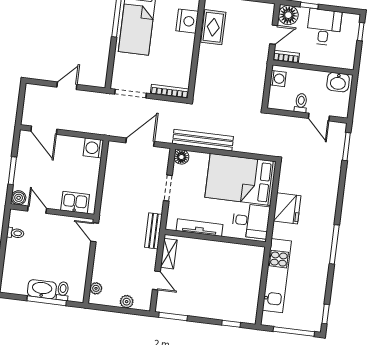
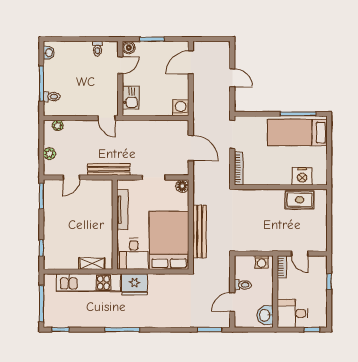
floor lamp: (288, 15) -> (318, 264), removed
desk: (324, 27) -> (293, 313), moved, turned 180
bench: (203, 140) -> (199, 232), moved
fridge: (287, 208) -> (135, 284), moved
bench: (153, 231) -> (109, 169), width x1.36
door: (95, 232) -> (107, 118), swing flipped
shelving: (169, 254) -> (92, 264), moved
washbasin: (42, 289) -> (49, 53), moved, width x0.52, depth x0.69

